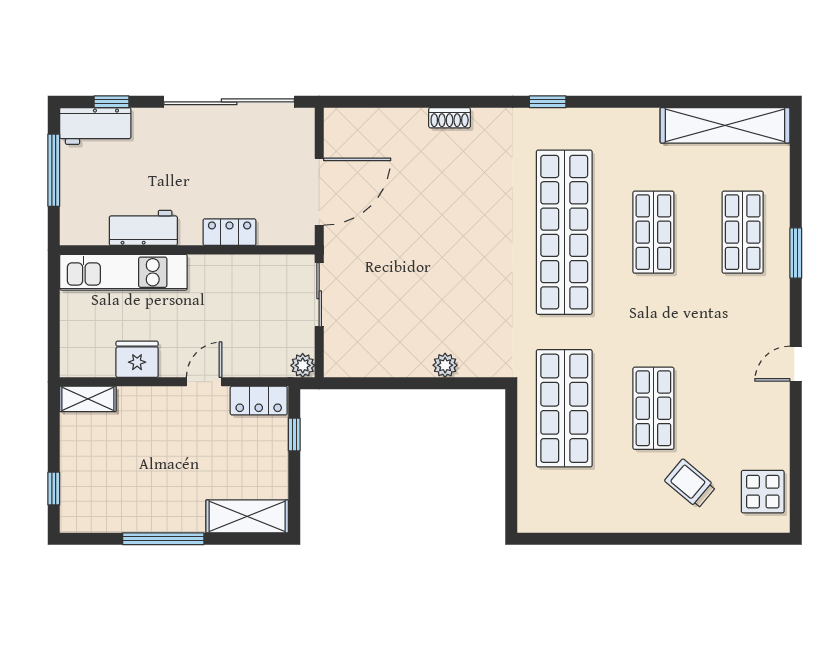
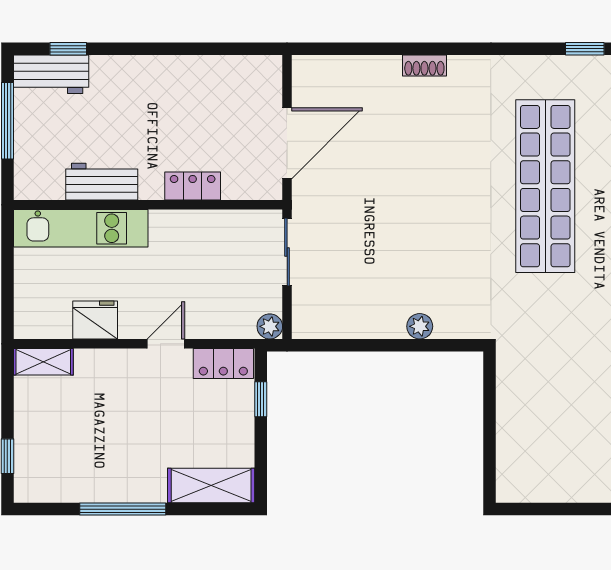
sliding door: (229, 102) -> (192, 49), removed
window: (548, 102) -> (585, 49), moved
shop shelf: (564, 408) -> (545, 372), removed

